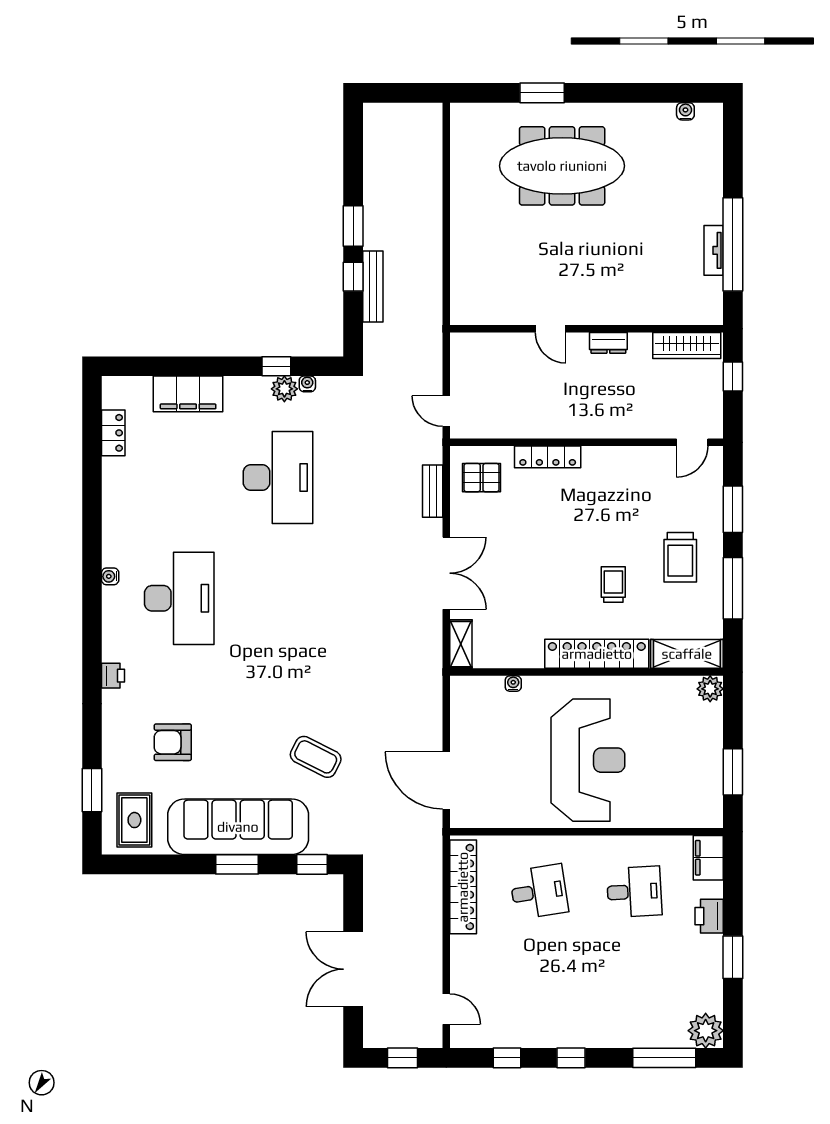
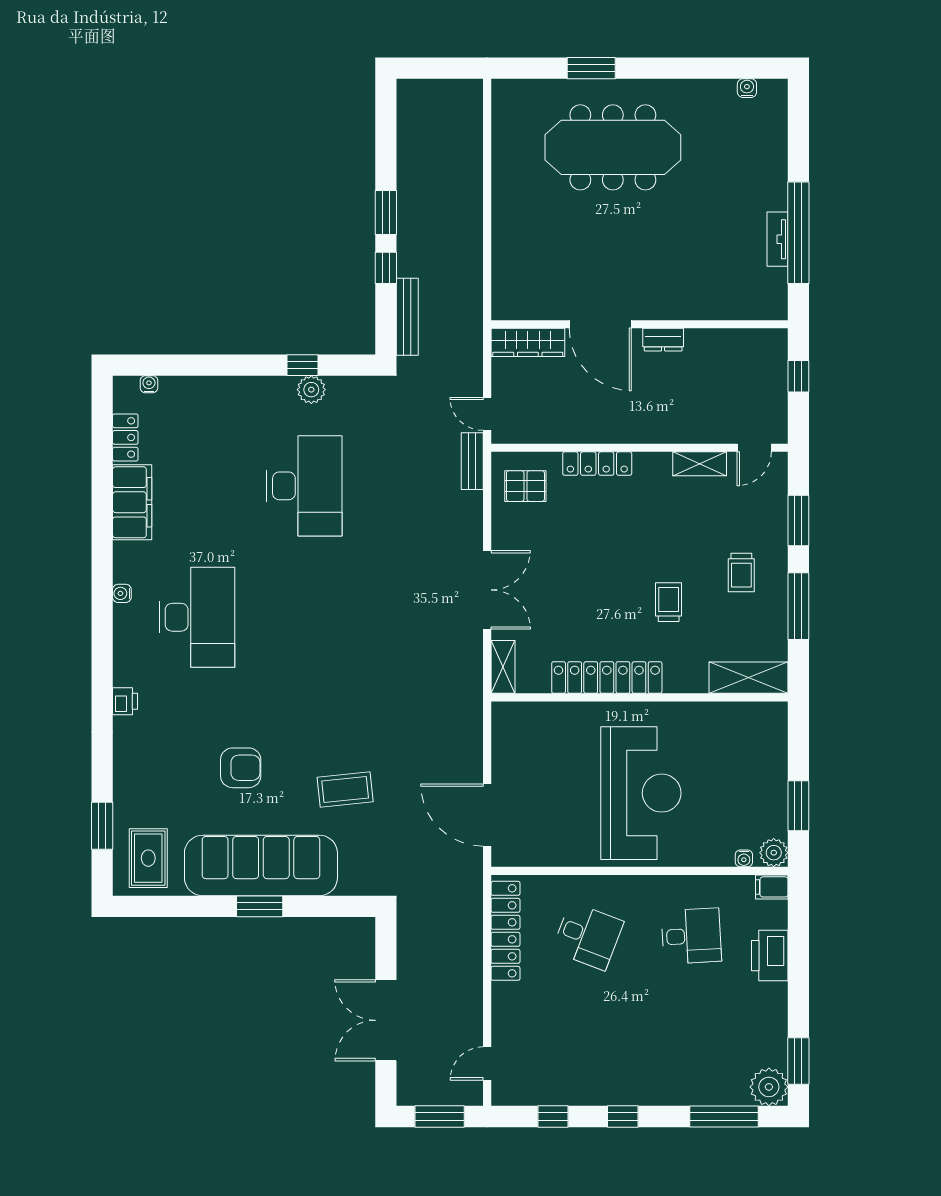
bench: (373, 286) -> (407, 317), moved
door: (550, 329) -> (600, 324), width x1.87
wardrobe: (687, 345) -> (528, 342), moved
water cooler: (307, 384) -> (149, 384), moved
filing cabinet: (188, 394) -> (132, 502), moved, turned -90
shelving: (642, 457) -> (700, 464), added
bench: (433, 491) -> (472, 461), moved
trolley: (680, 557) -> (741, 573), width x0.73, depth x0.72
locker: (597, 654) -> (607, 678), moved
water cooler: (513, 684) -> (744, 858), moved, turned 180
plant: (710, 689) -> (774, 853), moved
armchair: (173, 742) -> (241, 768), moved, turned 180
coffee table: (316, 757) -> (345, 790), turned -33
filing cabinet: (708, 858) -> (772, 887), width x0.50
window: (312, 864) -> (341, 906), removed
desk: (539, 892) -> (588, 936), turned 30
printer: (709, 916) -> (770, 956), width x1.37, depth x1.19
window: (733, 957) -> (798, 1061), moved
door: (446, 1009) -> (487, 1063), swing flipped
window: (403, 1058) -> (440, 1117), width x1.50

